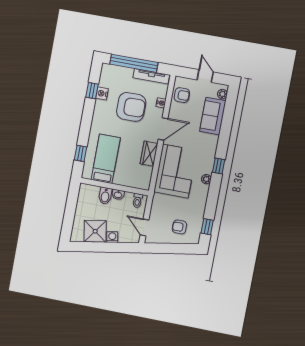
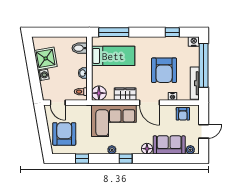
nightstand: (102, 93) -> (194, 42), moved
floor lamp: (212, 141) -> (147, 149), added
window: (81, 153) -> (114, 32), width x2.17
floor lamp: (143, 182) -> (99, 93), added
bidet: (105, 196) -> (80, 48), moved
door: (145, 227) -> (58, 103), swing flipped
armchair: (179, 227) -> (64, 134), width x1.88, depth x1.88
window: (207, 227) -> (82, 159), moved

